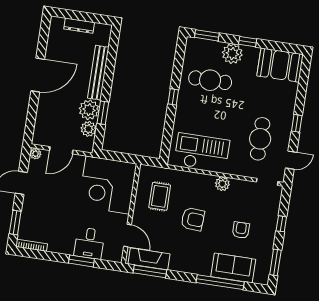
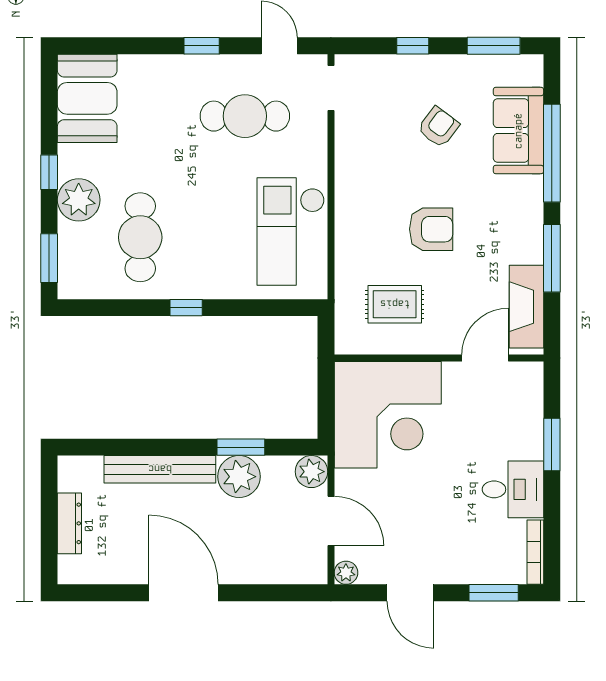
plant: (89, 129) -> (311, 472), moved
plant: (222, 184) -> (349, 180), removed
armchair: (193, 219) -> (431, 229), turned 87
armchair: (241, 230) -> (438, 127), turned 127
desk: (89, 243) -> (513, 489), moved
window: (150, 271) -> (552, 258), moved

